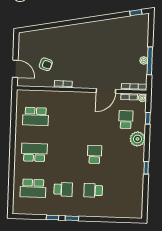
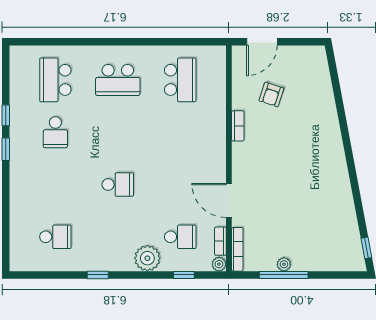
school desk: (36, 116) -> (180, 80), turned 180
school desk: (34, 152) -> (118, 80), turned 90
school desk: (93, 190) -> (55, 237), moved, turned 90

